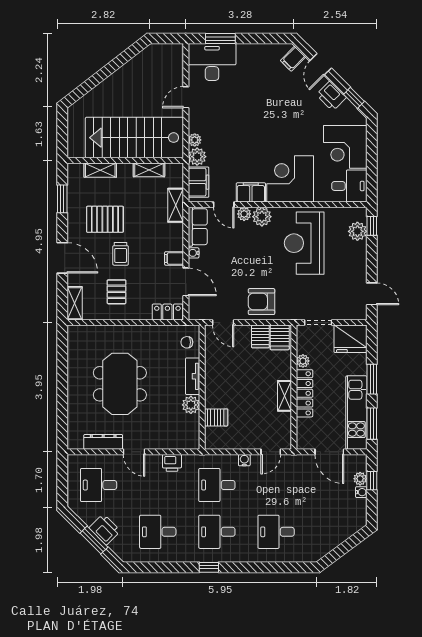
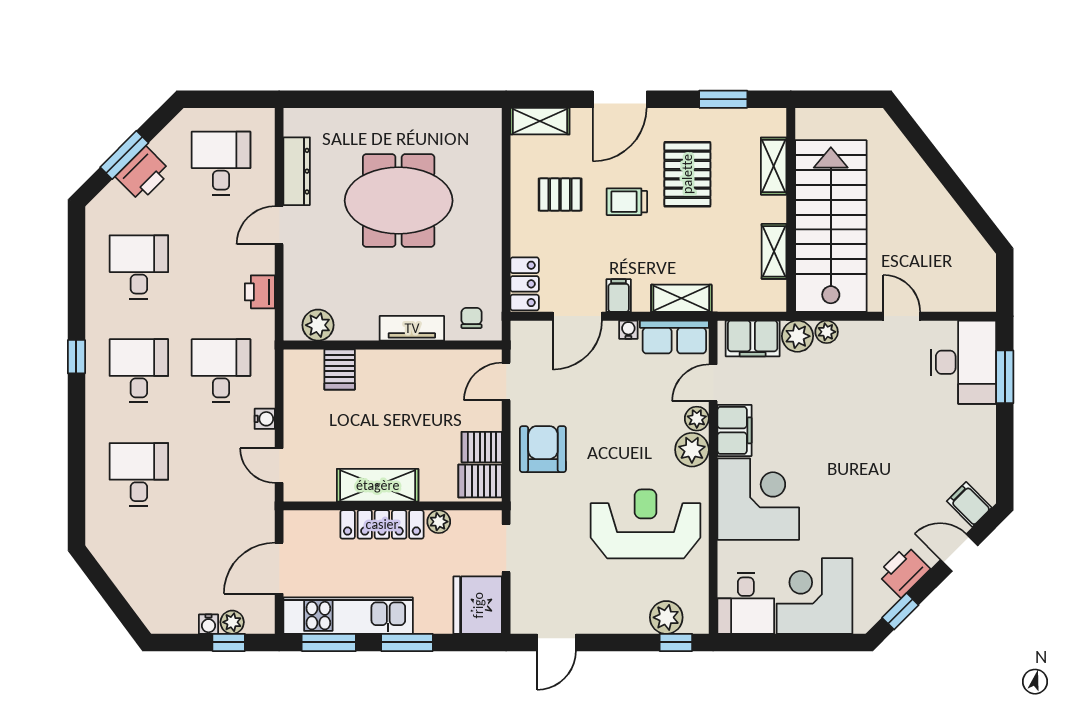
shelving: (176, 205) -> (681, 298), moved
shelving: (284, 396) -> (378, 485), width x1.50, depth x1.33
plant: (191, 405) -> (318, 325), moved

